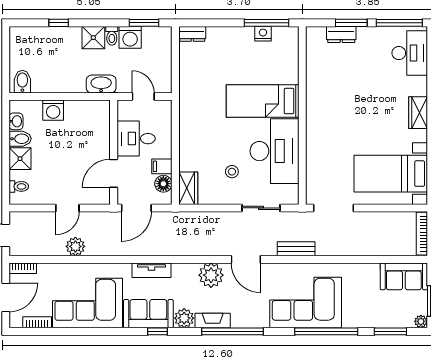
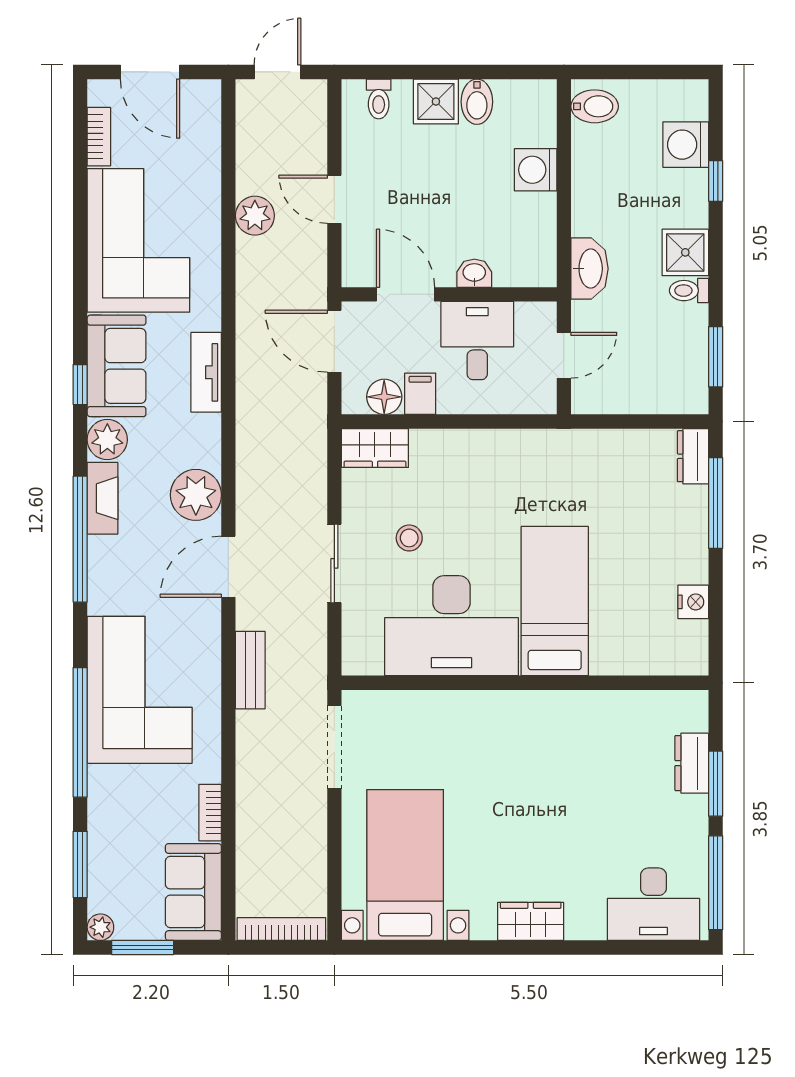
window: (266, 23) -> (716, 503), moved
washing machine: (130, 37) -> (686, 145), moved
washbasin: (16, 121) -> (474, 273), moved, turned 180
sliding door: (261, 208) -> (334, 563), moved
bookcase: (23, 268) -> (210, 813), moved

